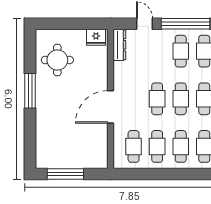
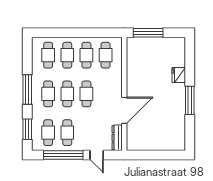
fridge: (96, 37) -> (179, 75), moved, turned -90
round table: (57, 60) -> (168, 125), removed
door: (111, 107) -> (124, 110), moved
window: (65, 174) -> (148, 33), moved

